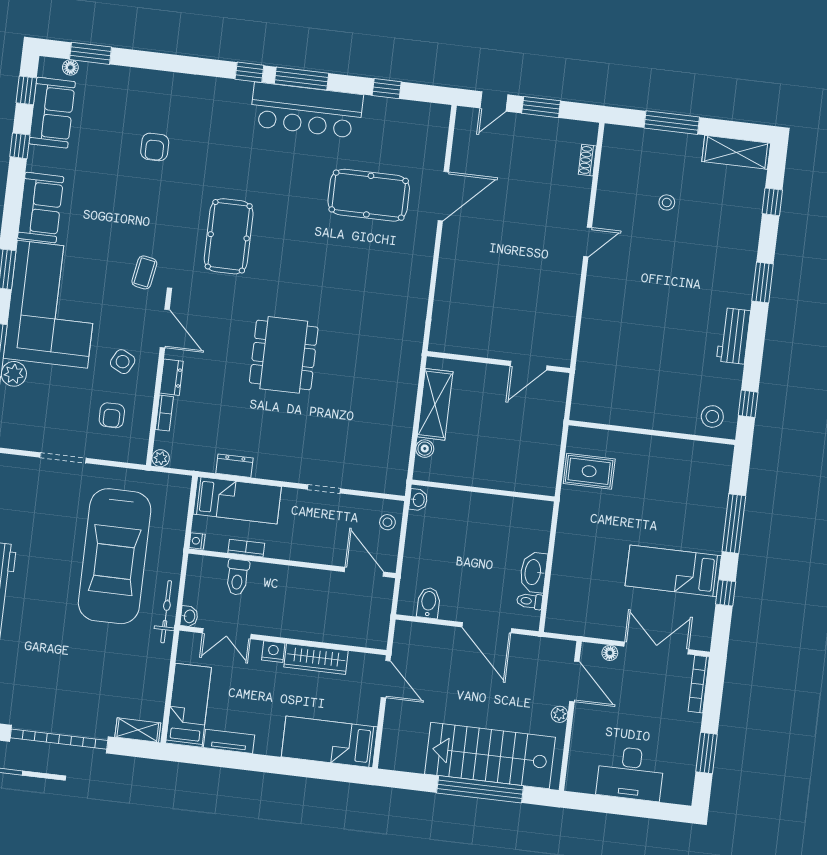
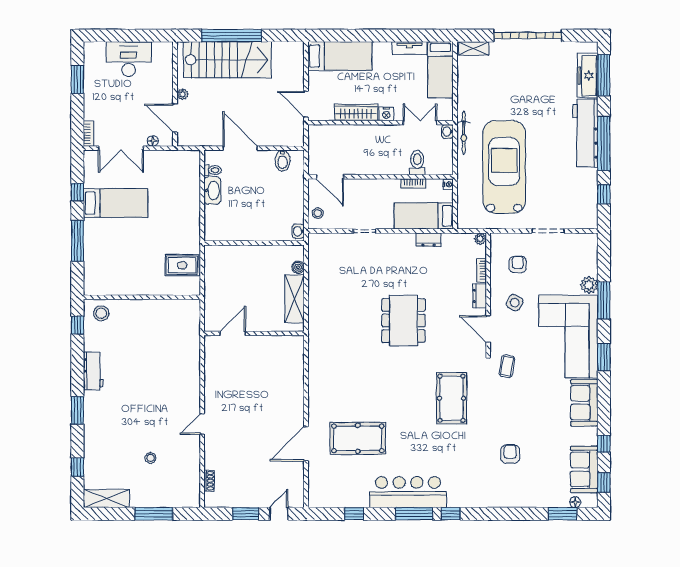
bookcase: (699, 684) -> (89, 134), width x0.64

